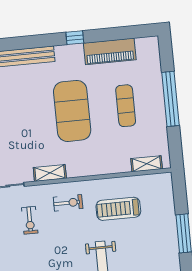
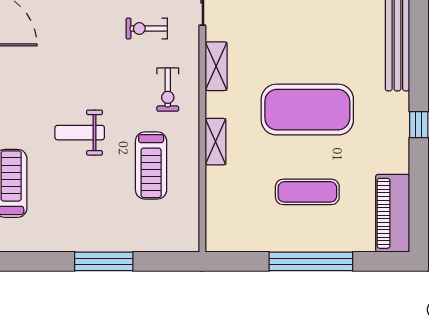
piano: (110, 51) -> (393, 213), moved
shelving: (147, 164) -> (216, 142), moved
treadmill: (118, 209) -> (151, 165), turned 180

